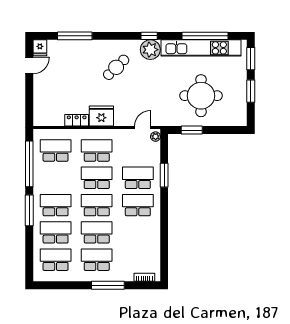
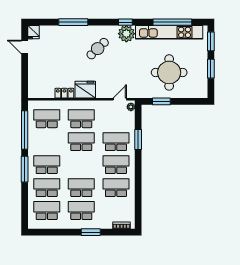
window: (75, 36) -> (73, 22), moved
door: (29, 65) -> (25, 47), swing flipped
school desk: (97, 205) -> (116, 188), moved
window: (108, 285) -> (91, 232), width x0.69

